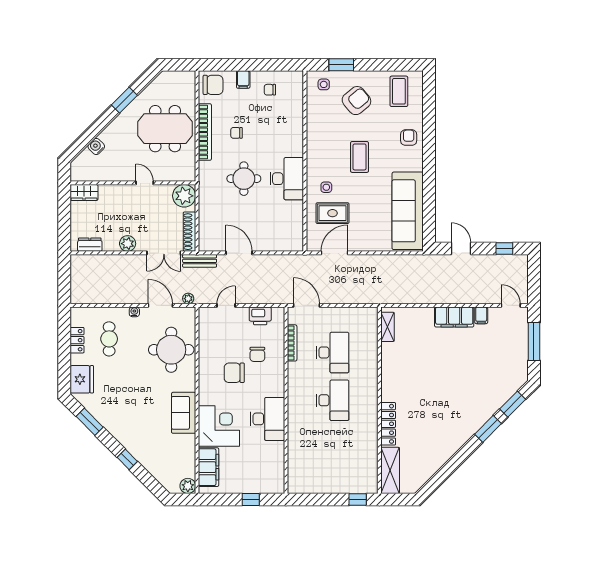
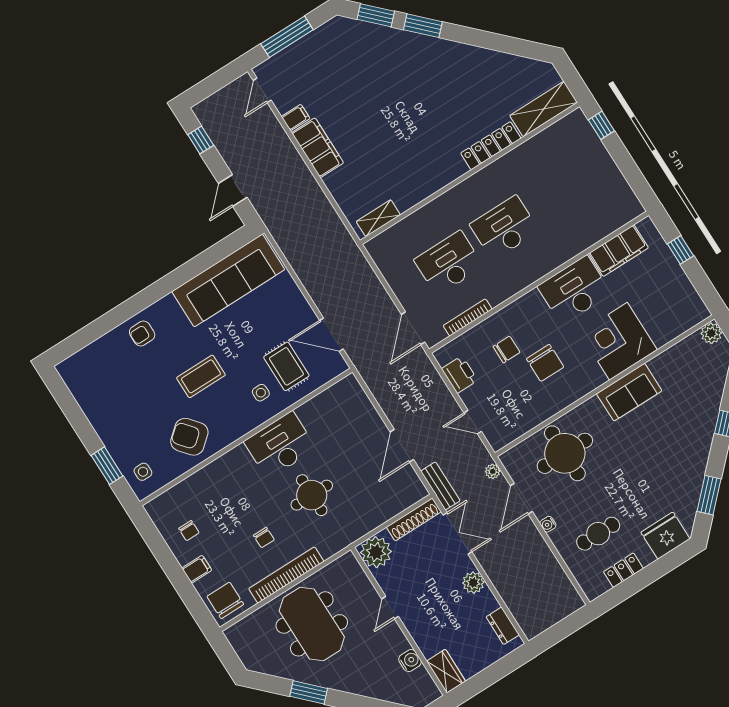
coffee table: (399, 91) -> (95, 379), removed
armchair: (356, 101) -> (189, 437), moved
water cooler: (96, 146) -> (410, 661), moved, turned -135
filing cabinet: (209, 467) -> (618, 251), moved, turned 180

